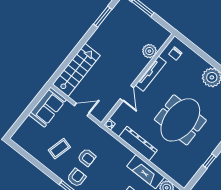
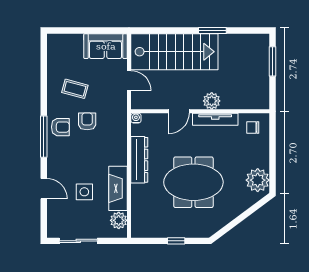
window: (103, 17) -> (212, 31), moved
plant: (149, 51) -> (212, 101), moved
stairs: (76, 70) -> (174, 52), width x1.36, depth x1.51
armchair: (87, 157) -> (87, 121), turned 180

